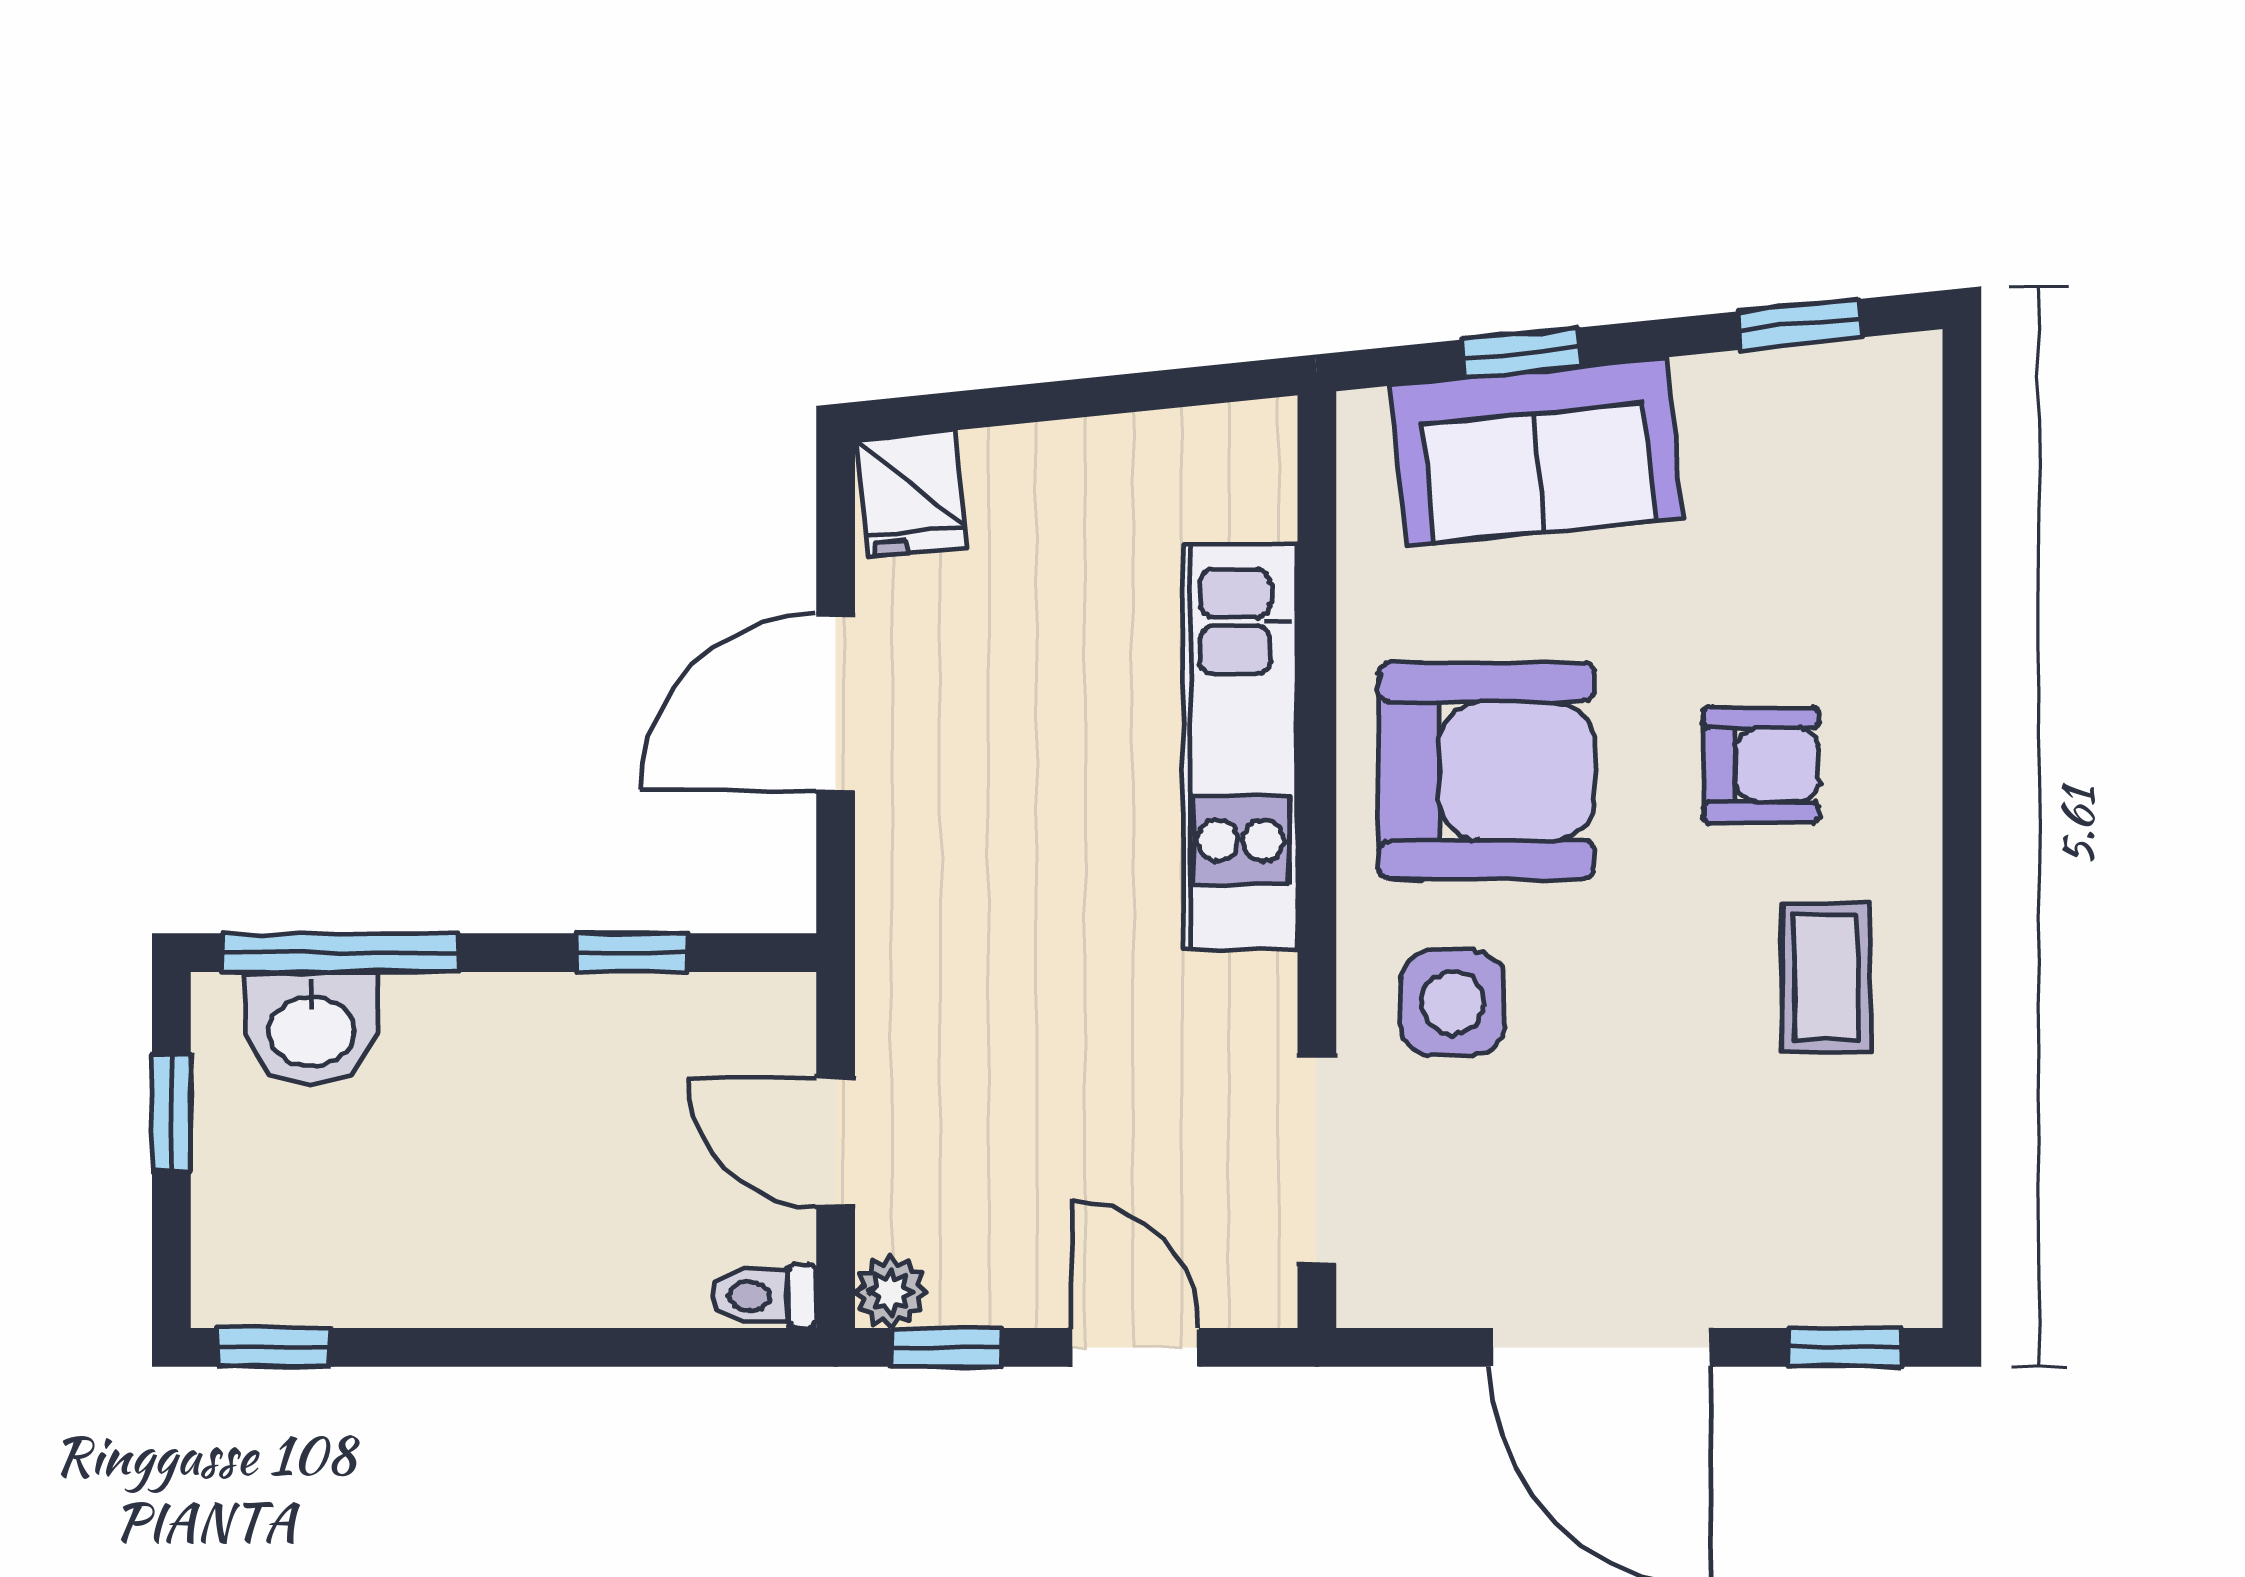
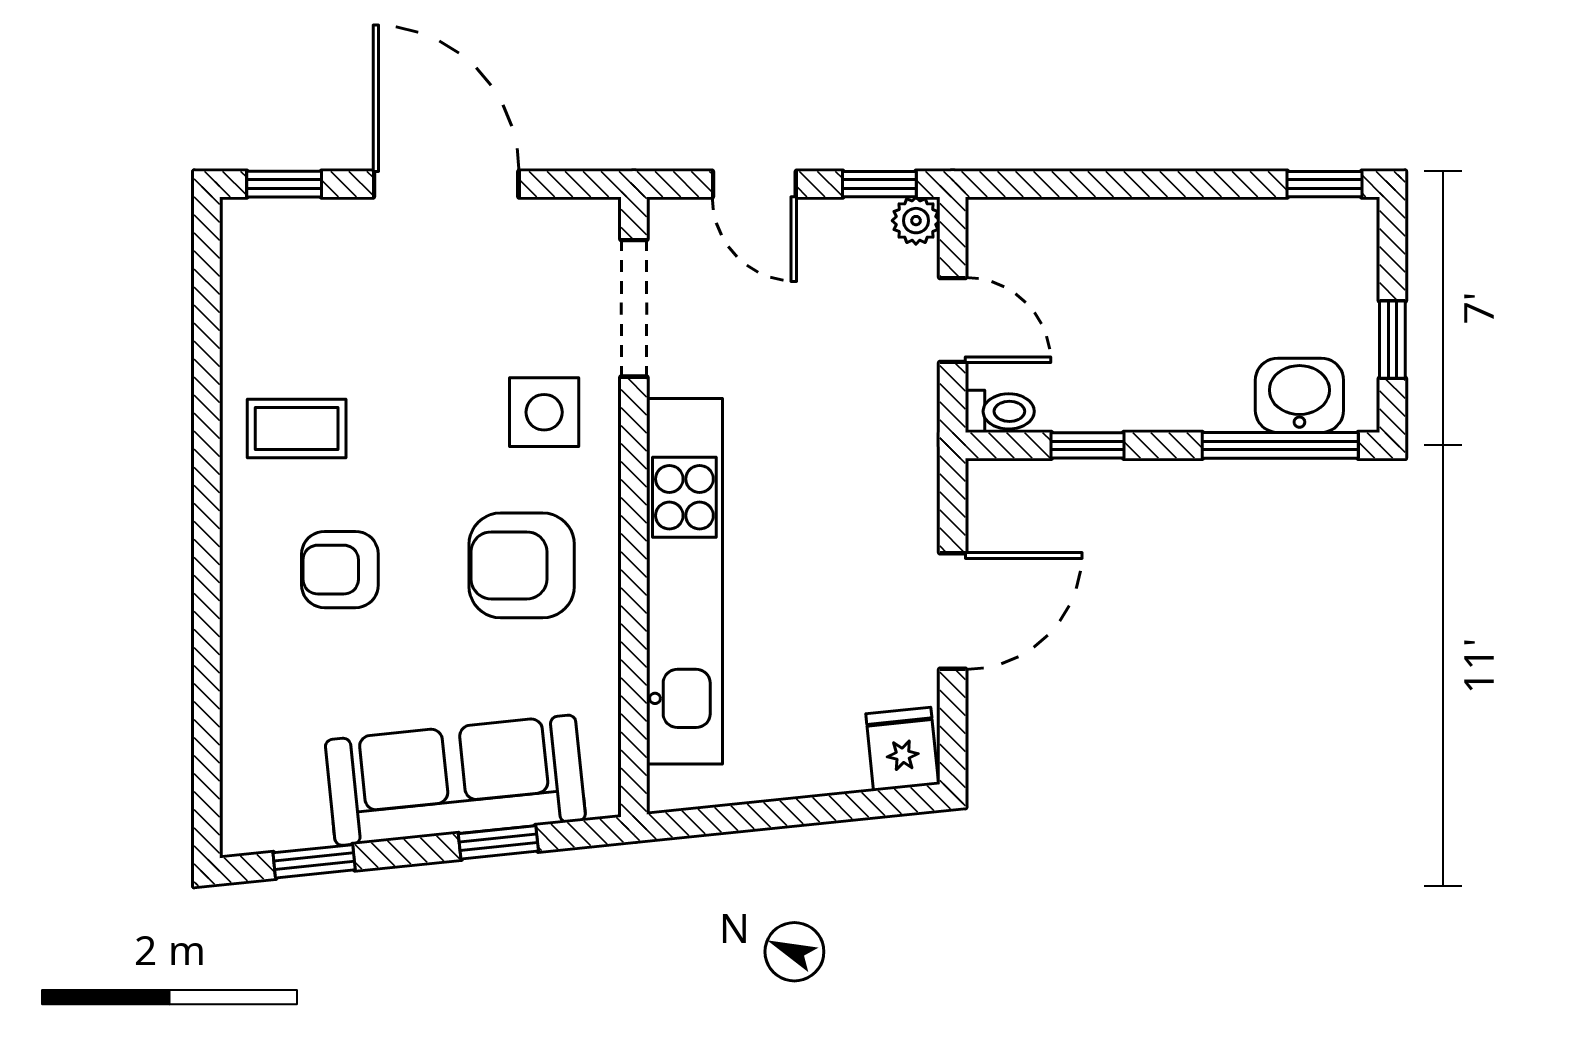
sofa: (1537, 452) -> (455, 780), width x1.36
kitchen unit: (1241, 747) -> (684, 581), width x1.36
armchair: (1486, 771) -> (522, 565), width x0.73, depth x0.73
coffee table: (1826, 978) -> (297, 428), turned 90
toilet: (764, 1296) -> (1000, 411), moved

